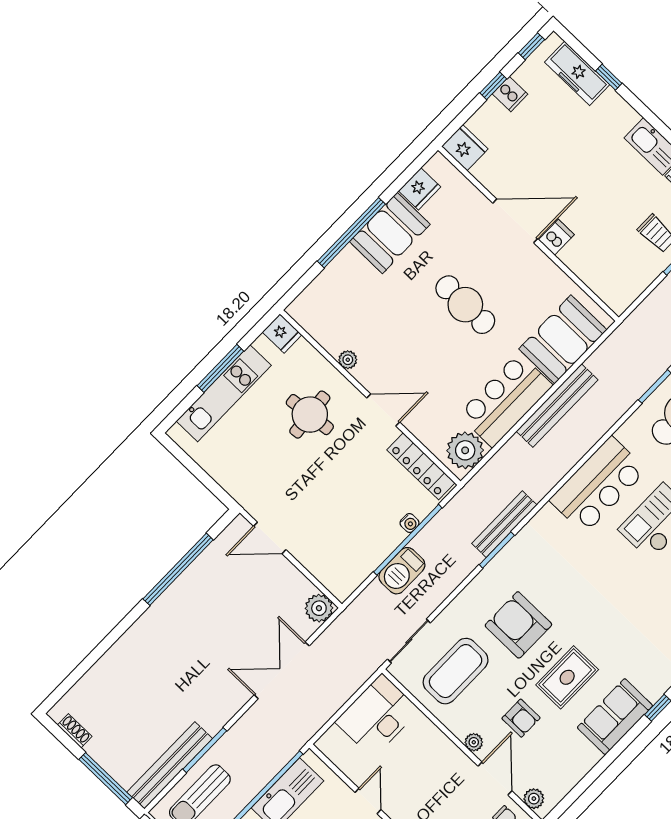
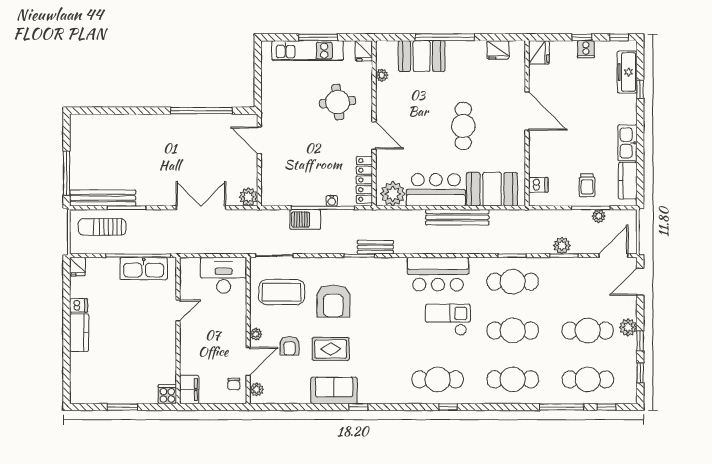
booth: (390, 233) -> (422, 56), moved
dishwasher: (556, 237) -> (538, 185), moved
plant: (348, 360) -> (382, 75), moved
bench: (504, 524) -> (375, 247), width x0.73
armchair: (518, 625) -> (333, 301), turned 180
shoe rack: (75, 731) -> (75, 136), removed

